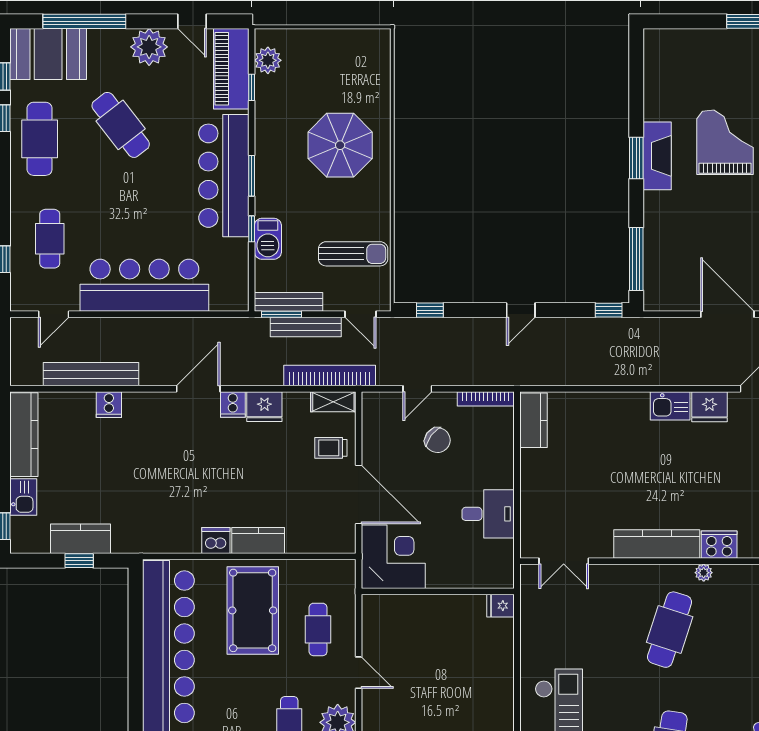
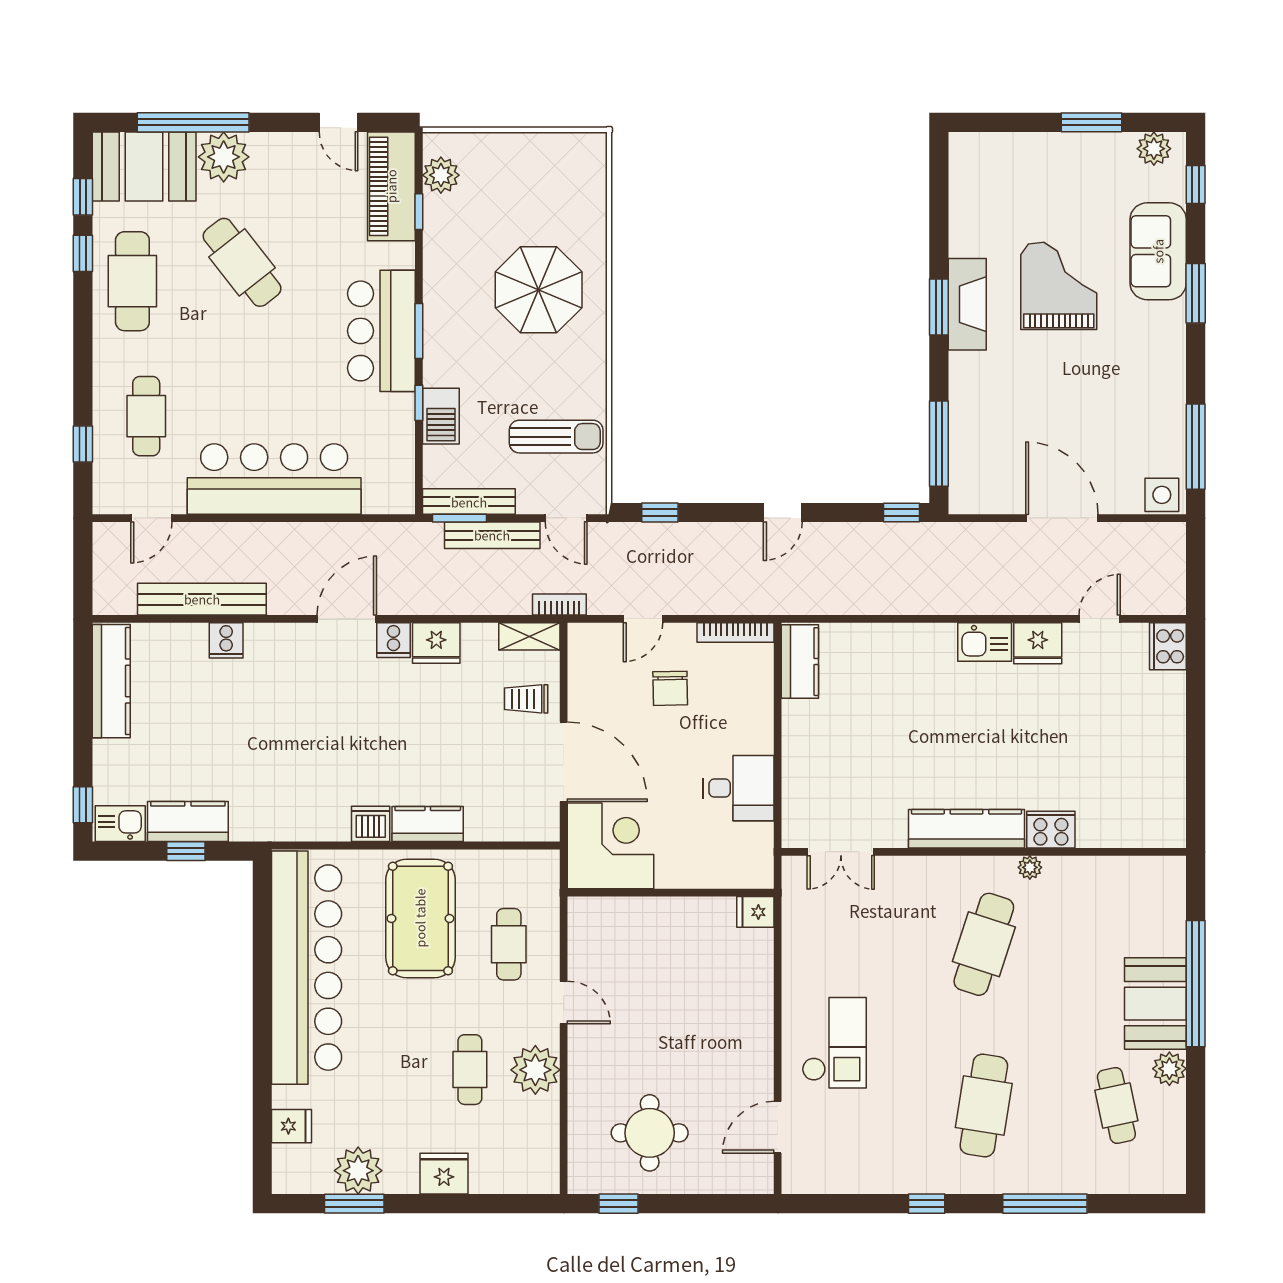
plant: (149, 47) -> (224, 157), moved
bar counter: (224, 176) -> (381, 331), width x0.73
bookcase: (330, 376) -> (559, 604), width x0.43, depth x0.76
chair: (437, 440) -> (670, 688), turned 52
kitchen sink: (23, 497) -> (120, 824), moved, turned -90

